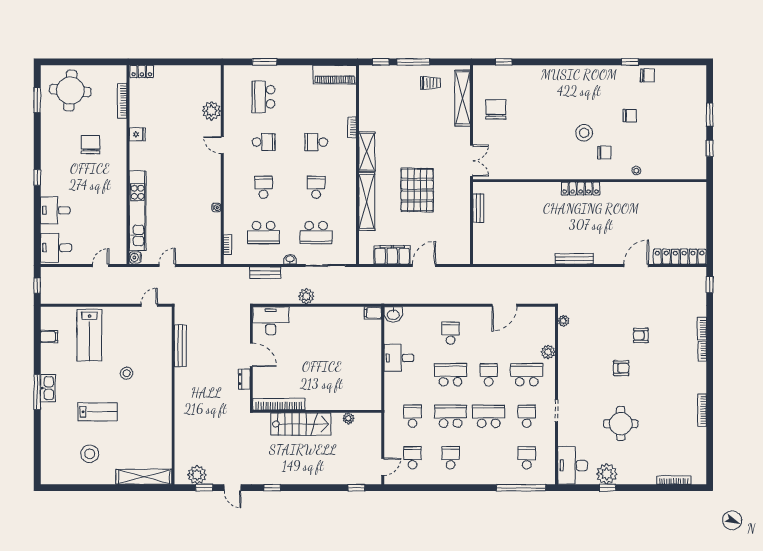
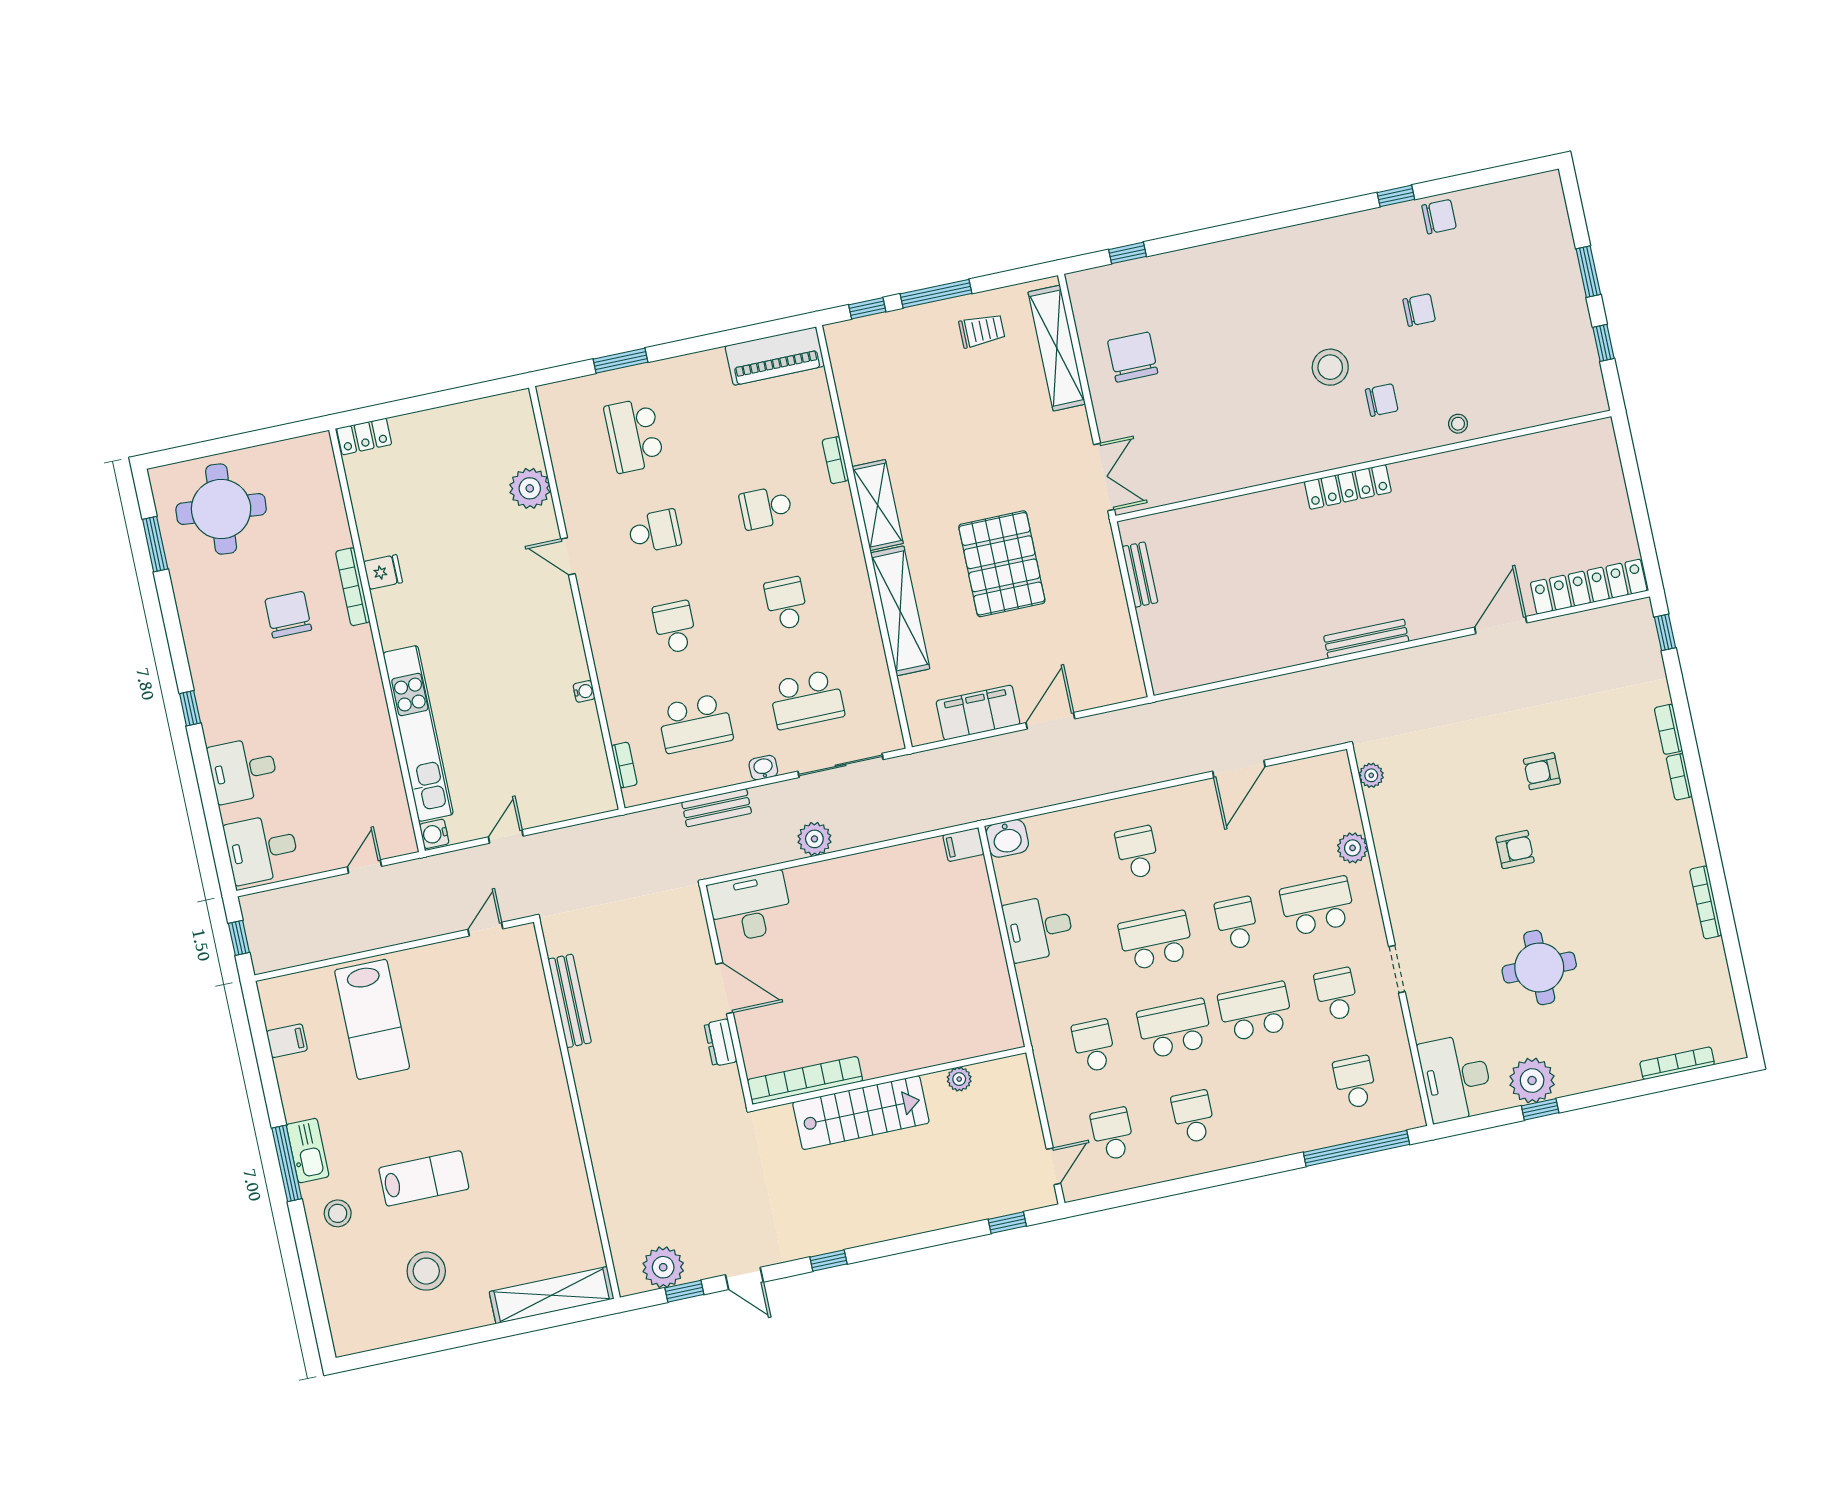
bookcase: (122, 101) -> (353, 587), moved
stool: (127, 373) -> (338, 1213), moved

